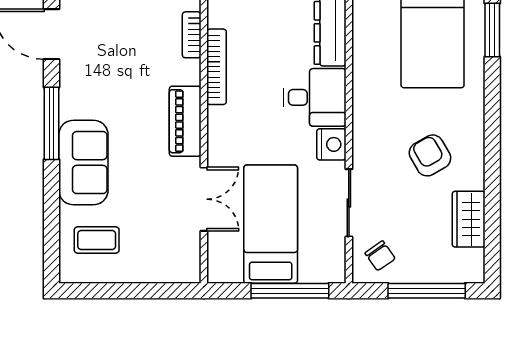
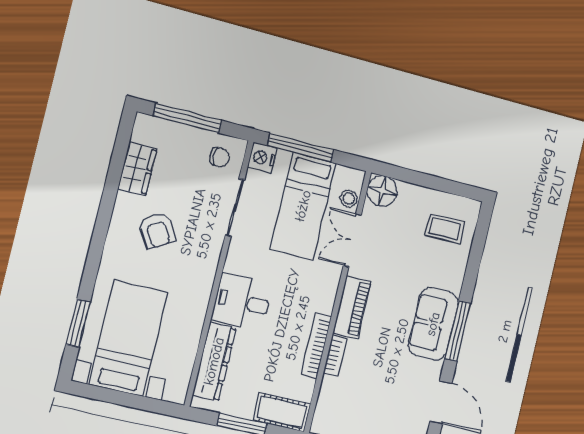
bookcase: (192, 35) -> (335, 356), moved
nightstand: (331, 144) -> (262, 158), moved
sofa: (83, 163) -> (433, 324), moved
stool: (220, 247) -> (349, 198), added
chair: (380, 256) -> (219, 157), turned 125
floor lamp: (183, 265) -> (382, 191), added

